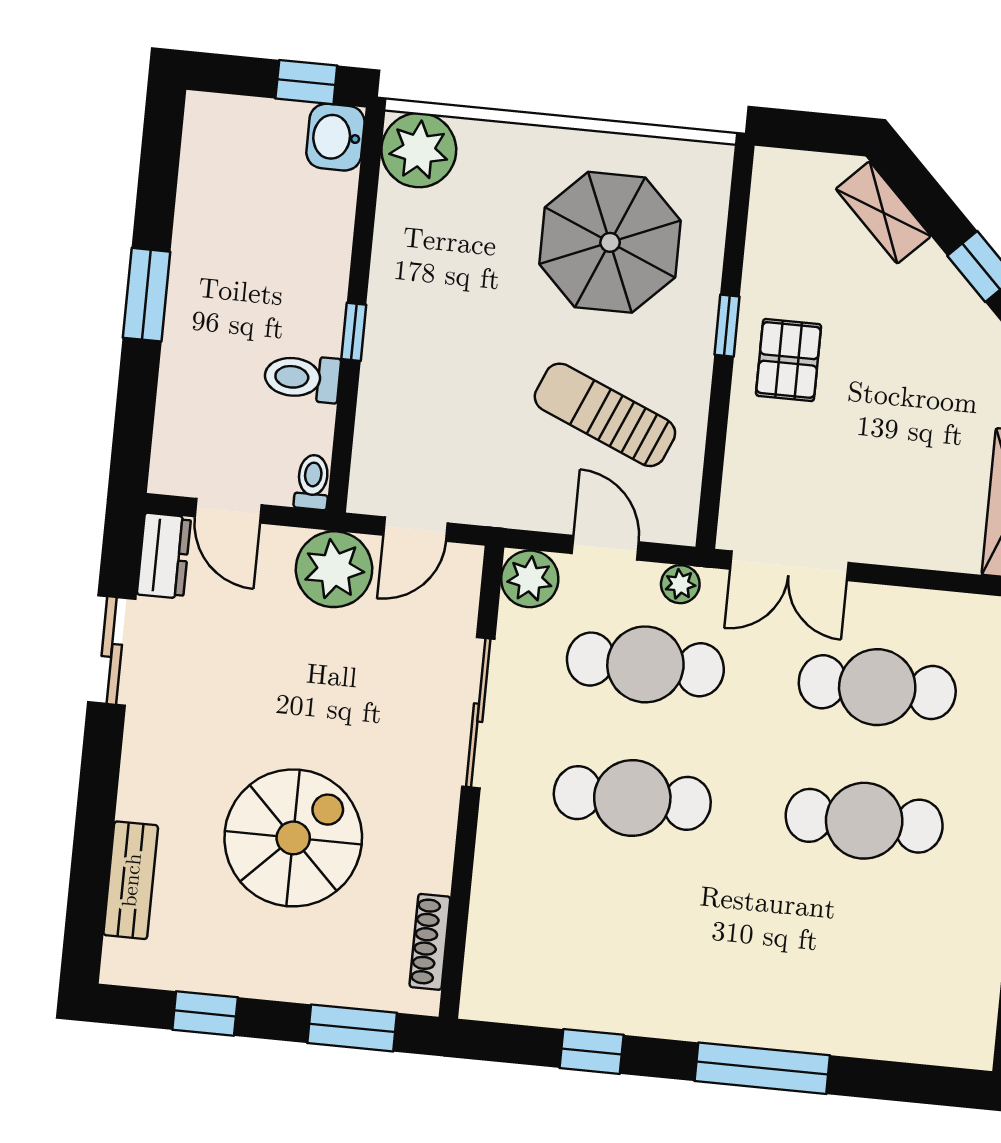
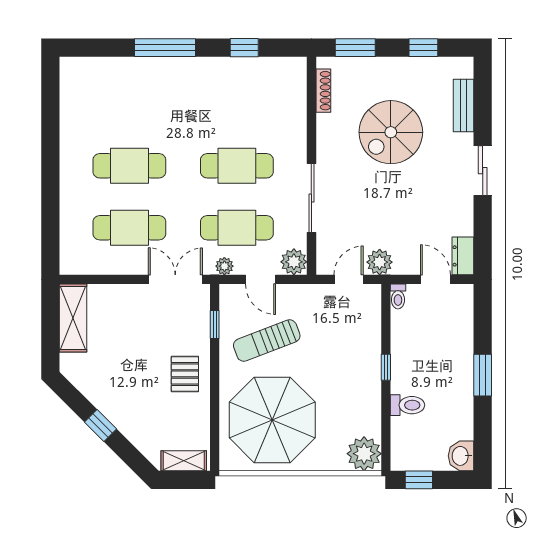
washbasin: (335, 137) -> (461, 456), moved, turned 180
shelving: (883, 213) -> (184, 461), moved, turned -45
parasol: (610, 242) -> (272, 420), width x1.36, depth x1.36
window: (727, 326) -> (215, 324), moved
toilet: (302, 378) -> (407, 405), moved
sun lounger: (605, 415) -> (267, 341), turned 136
plant: (334, 569) -> (380, 262), width x0.73, depth x0.73
sliding door: (112, 650) -> (483, 171), moved

